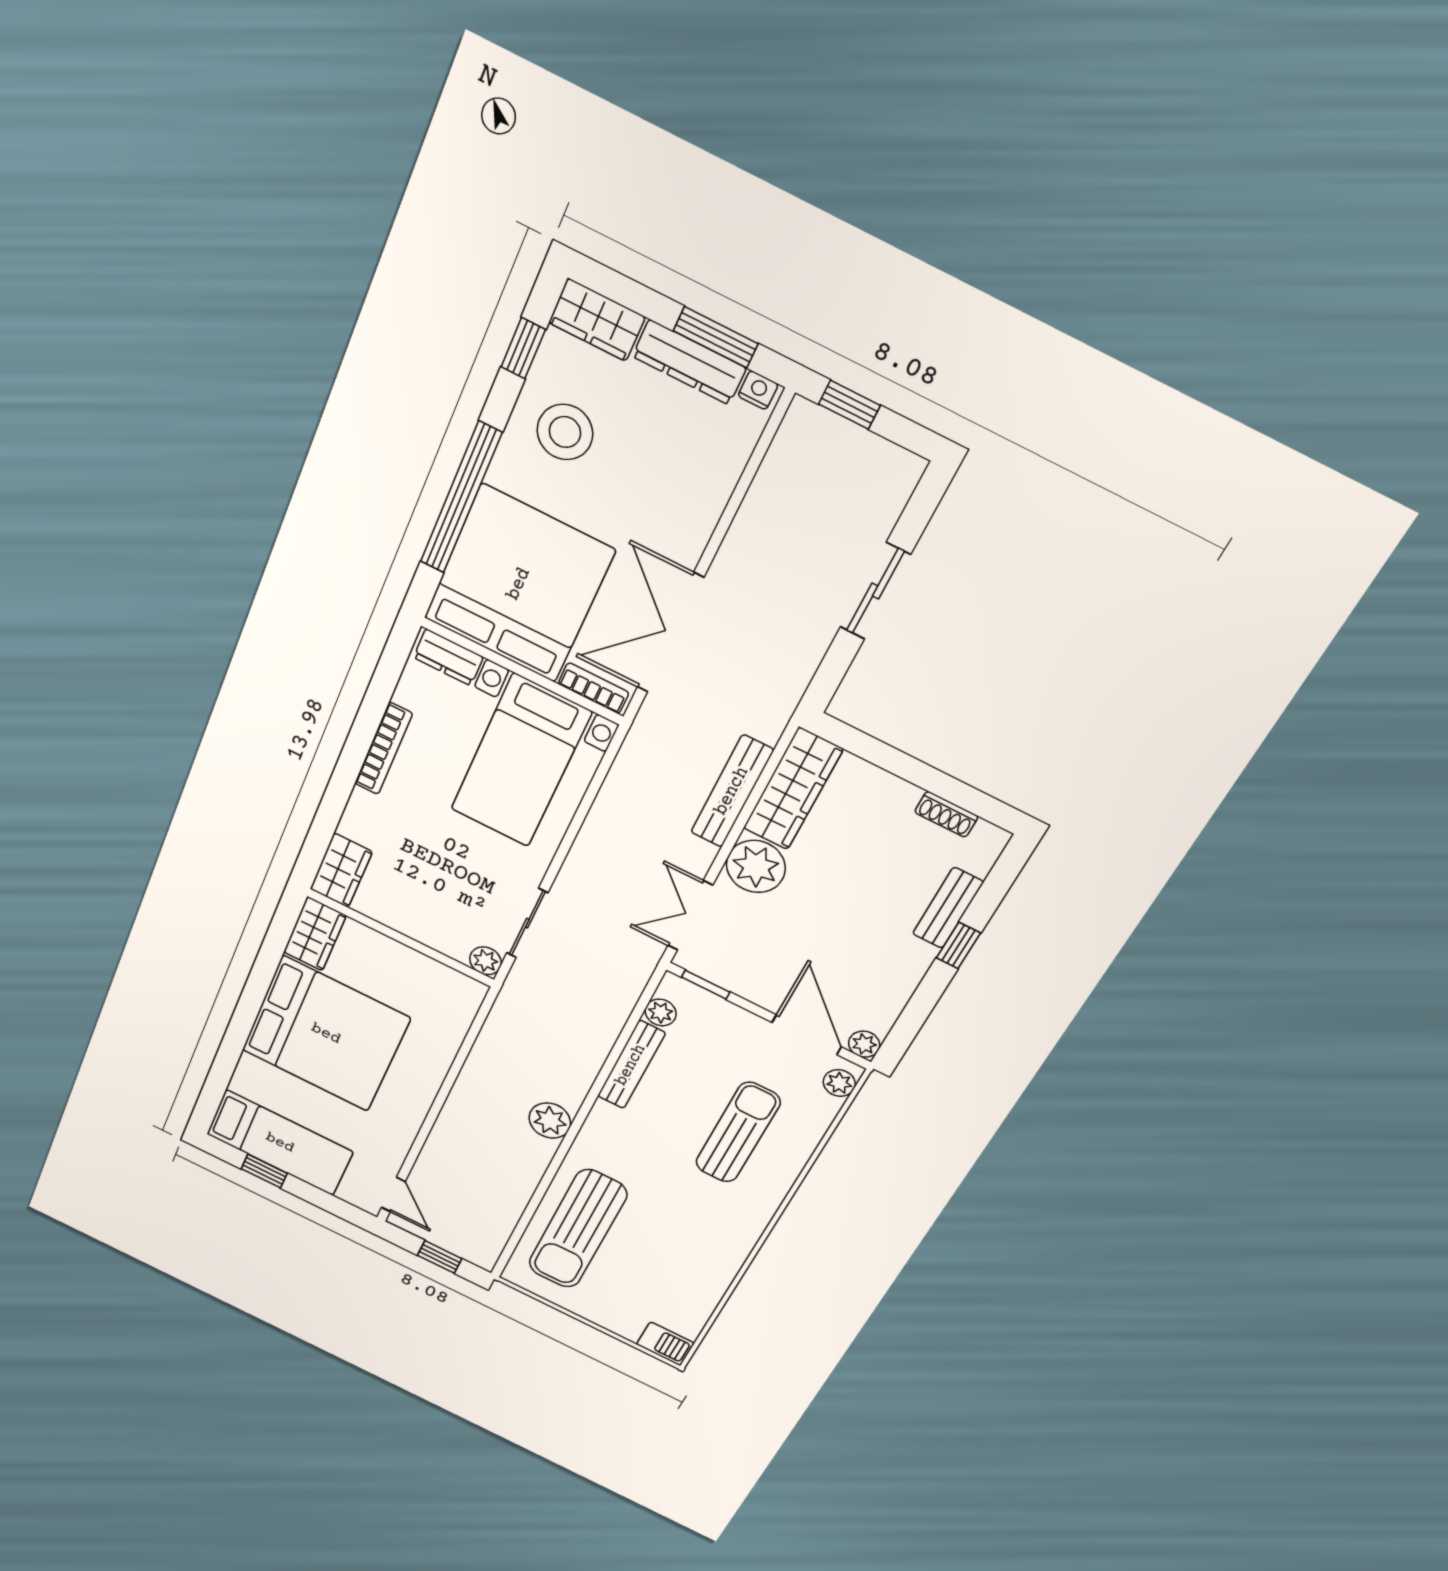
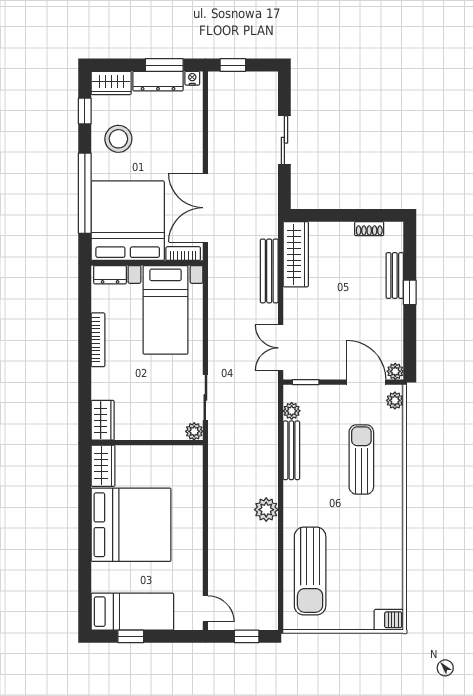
plant: (756, 866) -> (298, 304), removed

